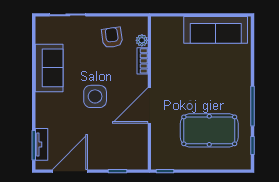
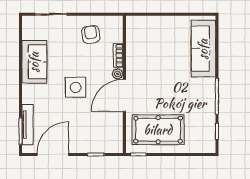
sofa: (216, 30) -> (203, 49), moved, turned 90
plant: (142, 40) -> (118, 74), moved
pool table: (209, 130) -> (158, 130), moved
tv unit: (41, 144) -> (27, 125), width x1.41

